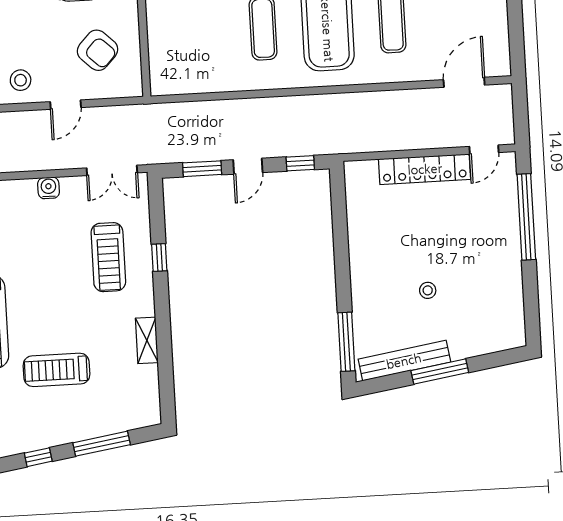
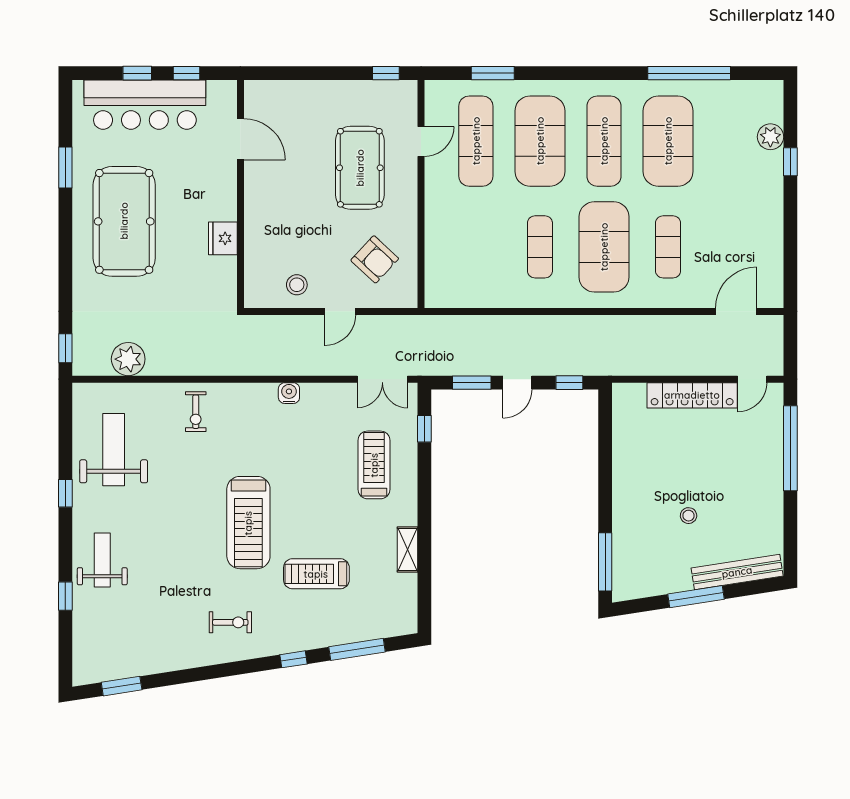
water cooler: (49, 188) -> (289, 393), moved
treadmill: (108, 257) -> (374, 465), turned 180
window: (159, 258) -> (424, 429), moved
bench: (404, 361) -> (737, 572), moved

